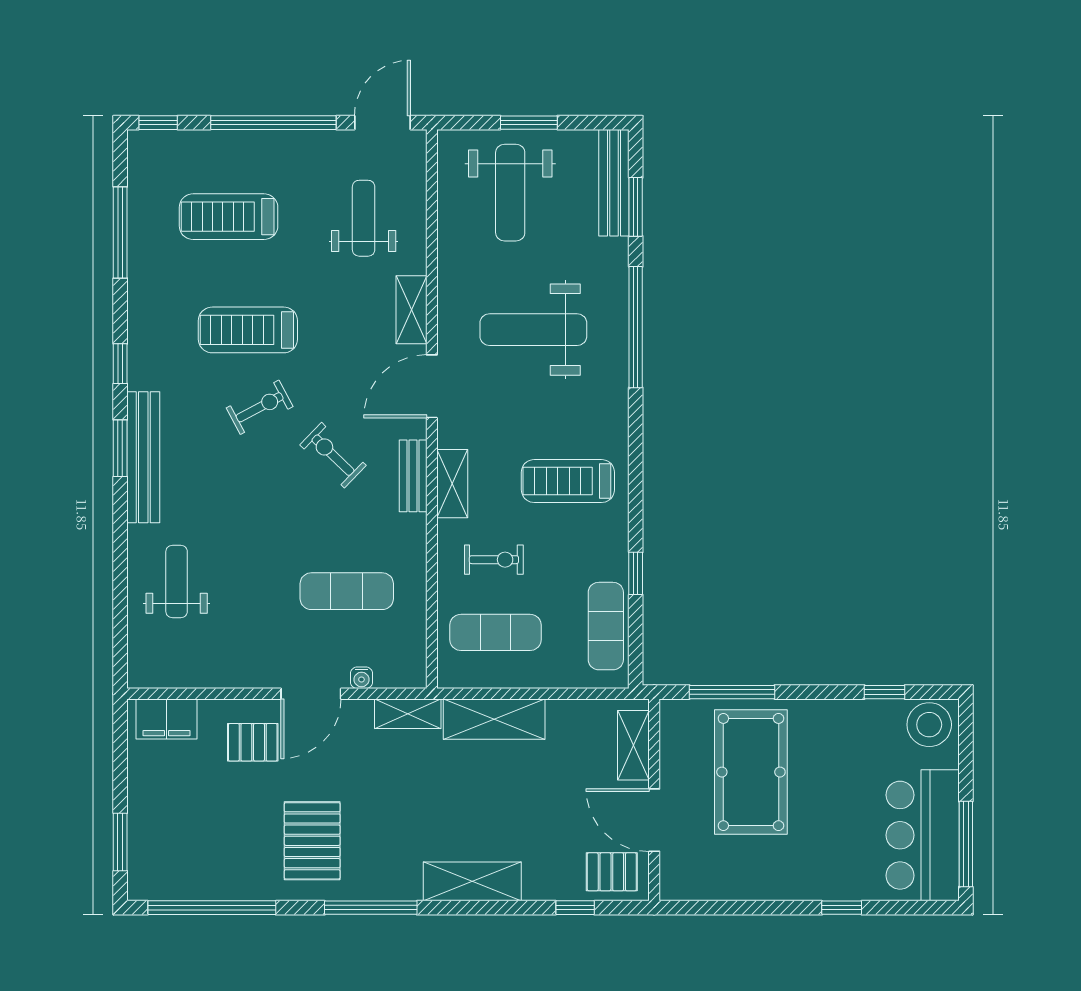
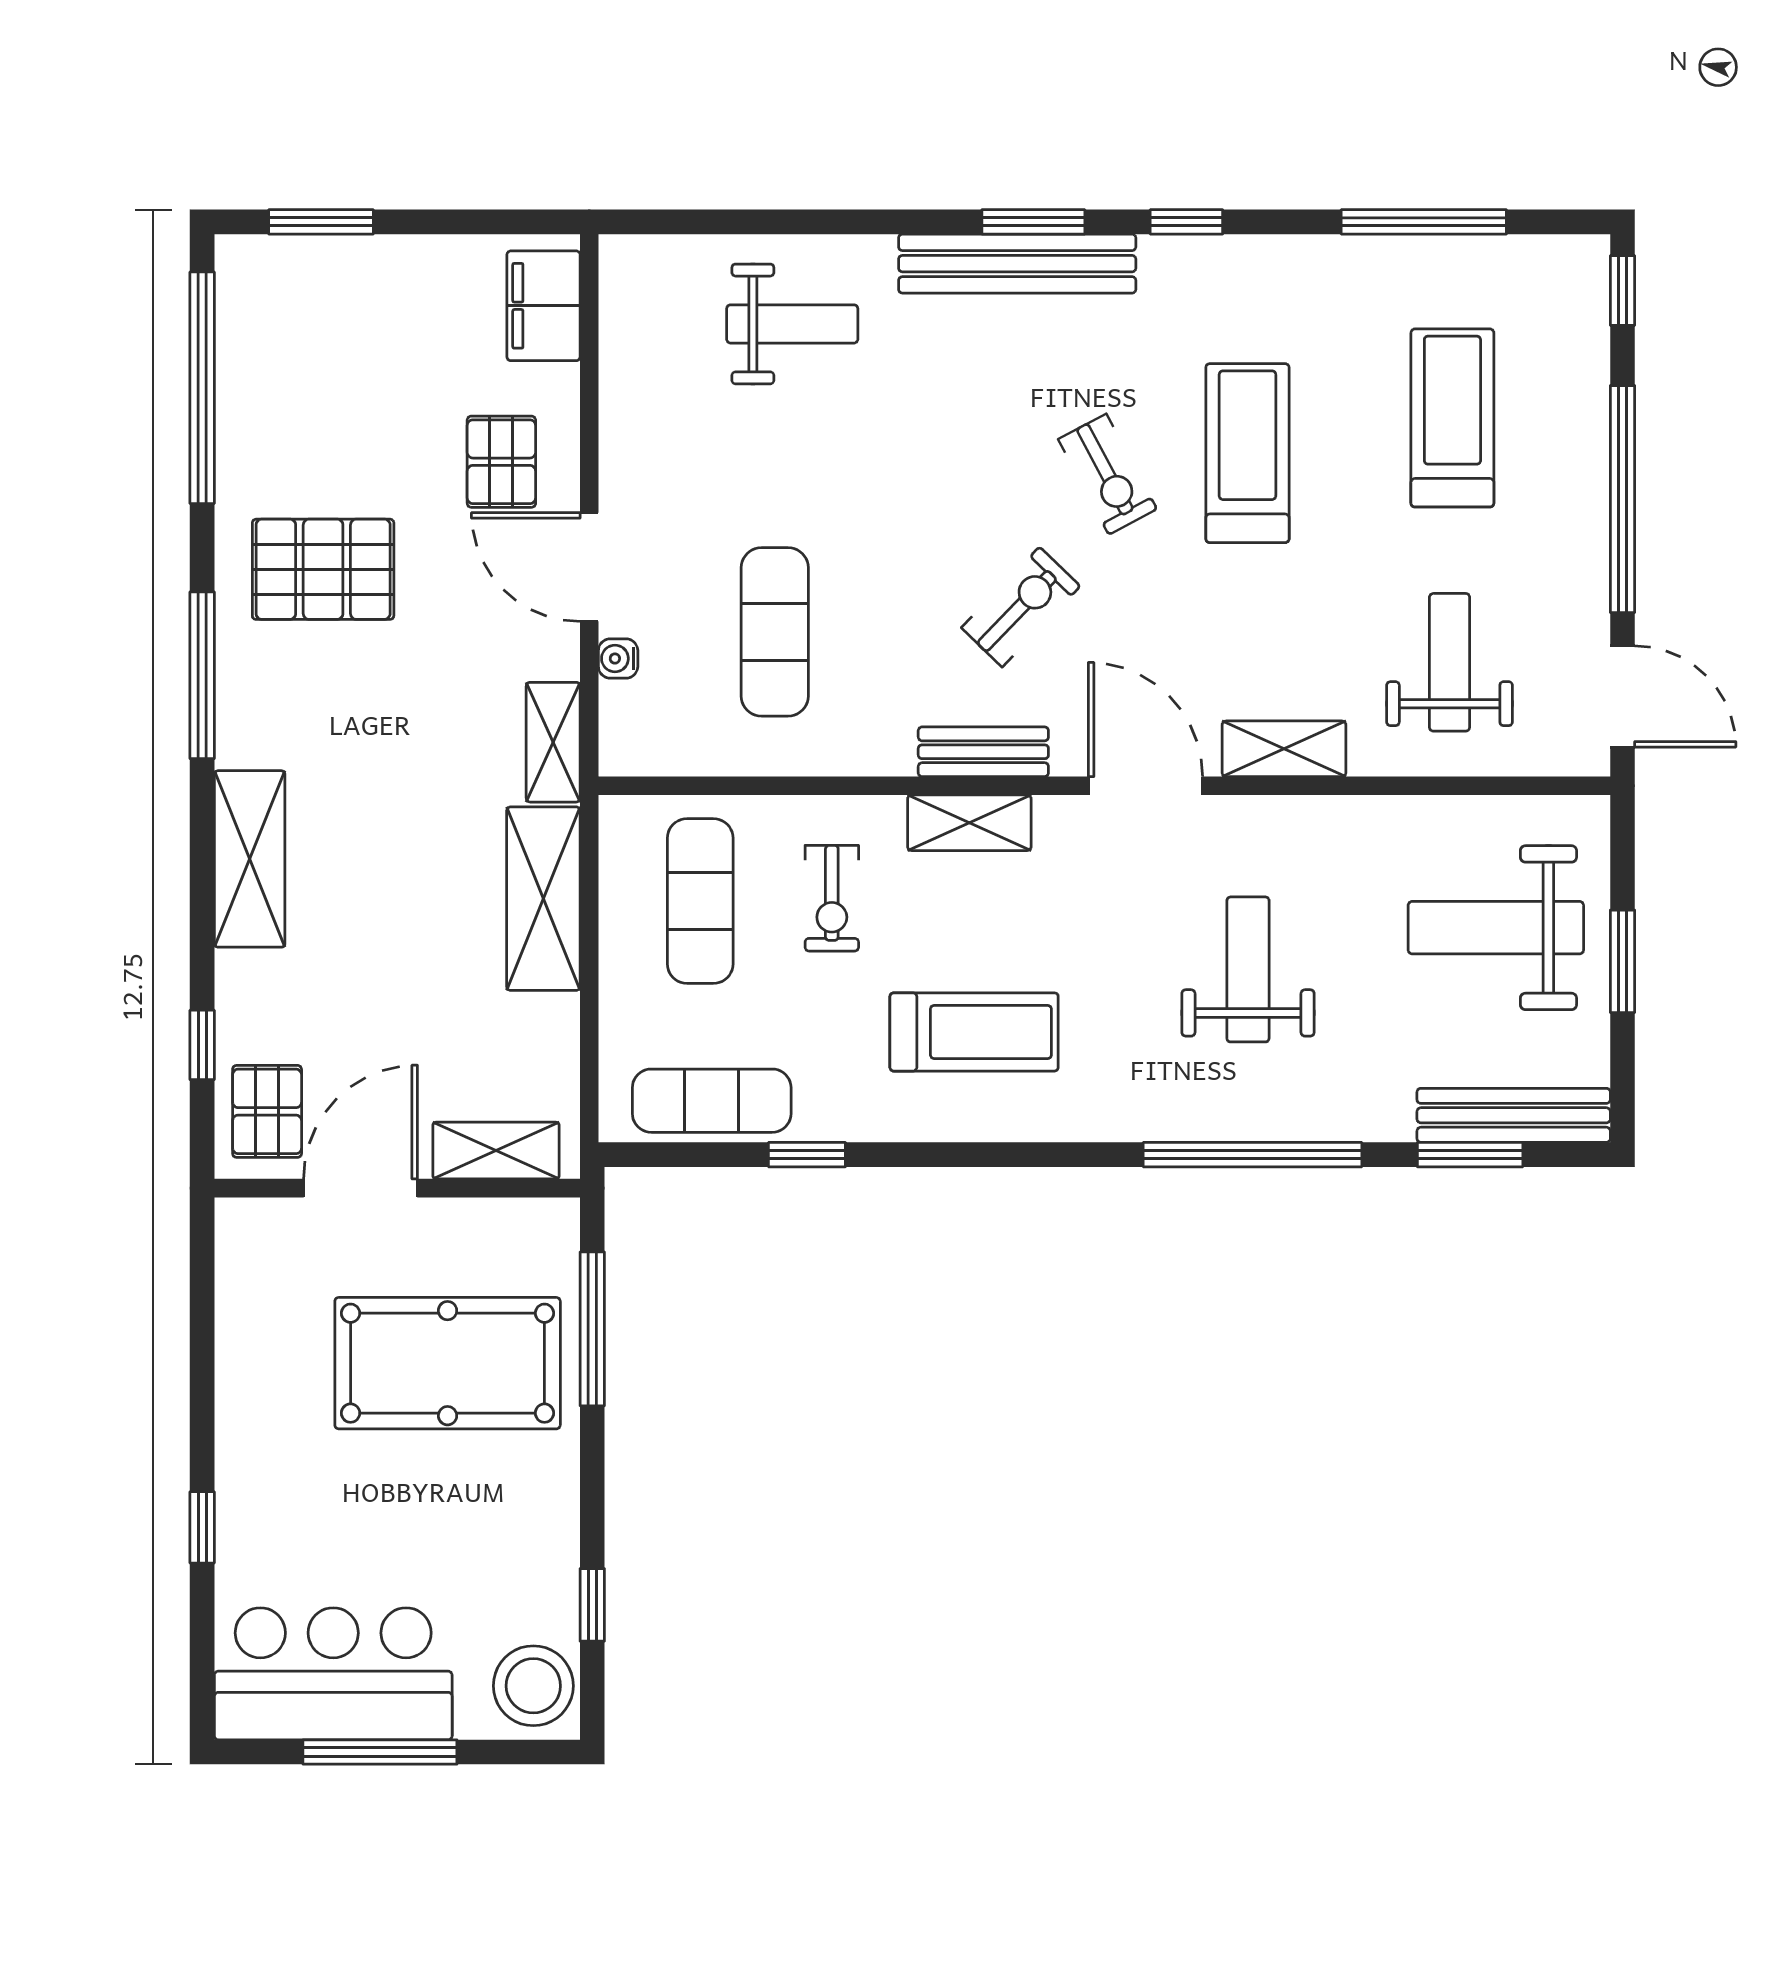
weight bench: (364, 218) -> (1450, 662), turned -90
weight bench: (533, 330) -> (1248, 969), width x0.73, depth x0.75
treadmill: (568, 481) -> (974, 1032), turned 90
window: (966, 844) -> (380, 1752), moved

